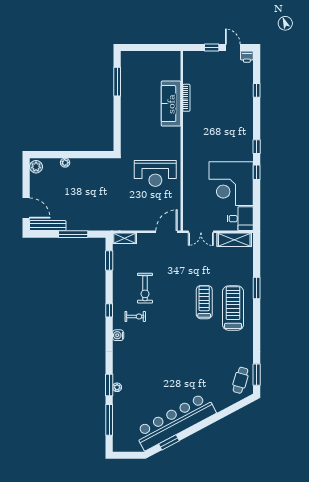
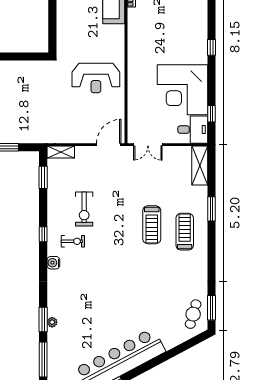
window: (257, 172) -> (212, 114), moved
shelving: (234, 240) -> (200, 166), moved, turned 90
treadmill: (204, 302) -> (152, 225), turned 180
treadmill: (233, 308) -> (185, 232), width x0.73, depth x0.73

